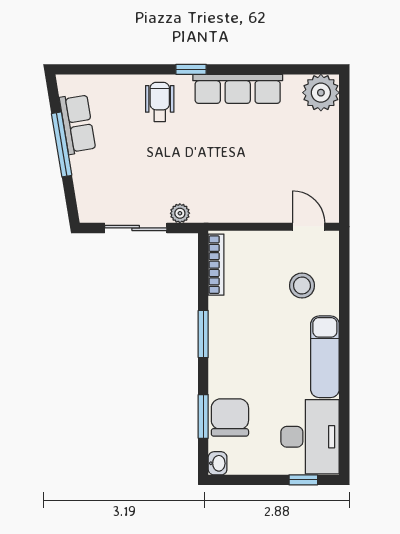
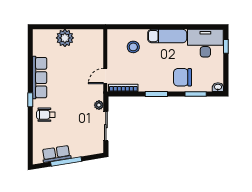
plant: (321, 93) -> (65, 38), moved
door: (309, 227) -> (105, 76), moved
chair: (230, 417) -> (183, 77), moved

